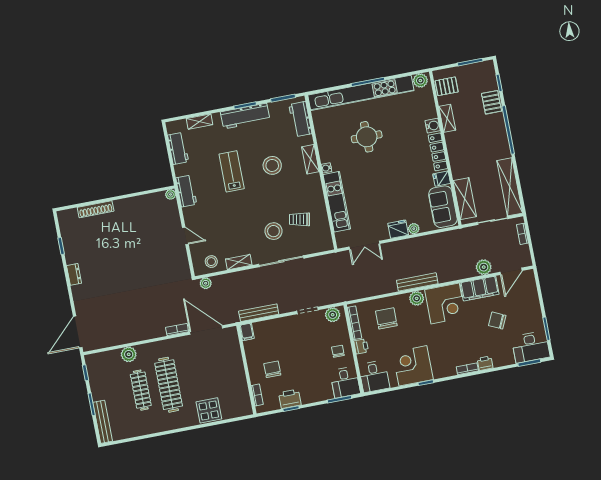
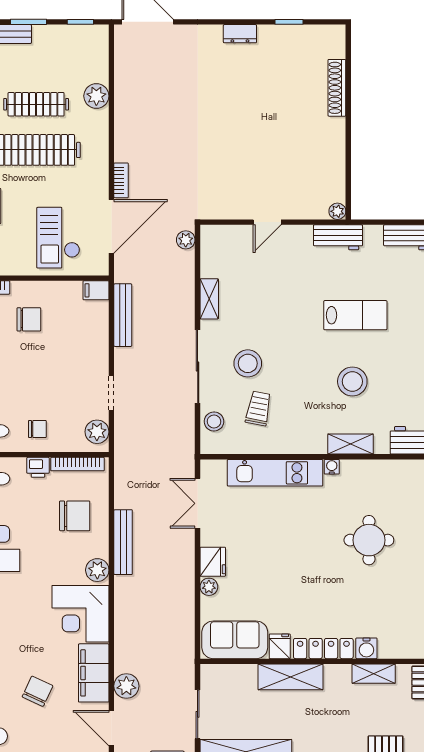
shelving: (465, 199) -> (290, 677), moved
stool: (211, 262) -> (214, 421), moved
bench: (417, 282) -> (123, 542), moved
checkout: (219, 361) -> (58, 238), added

